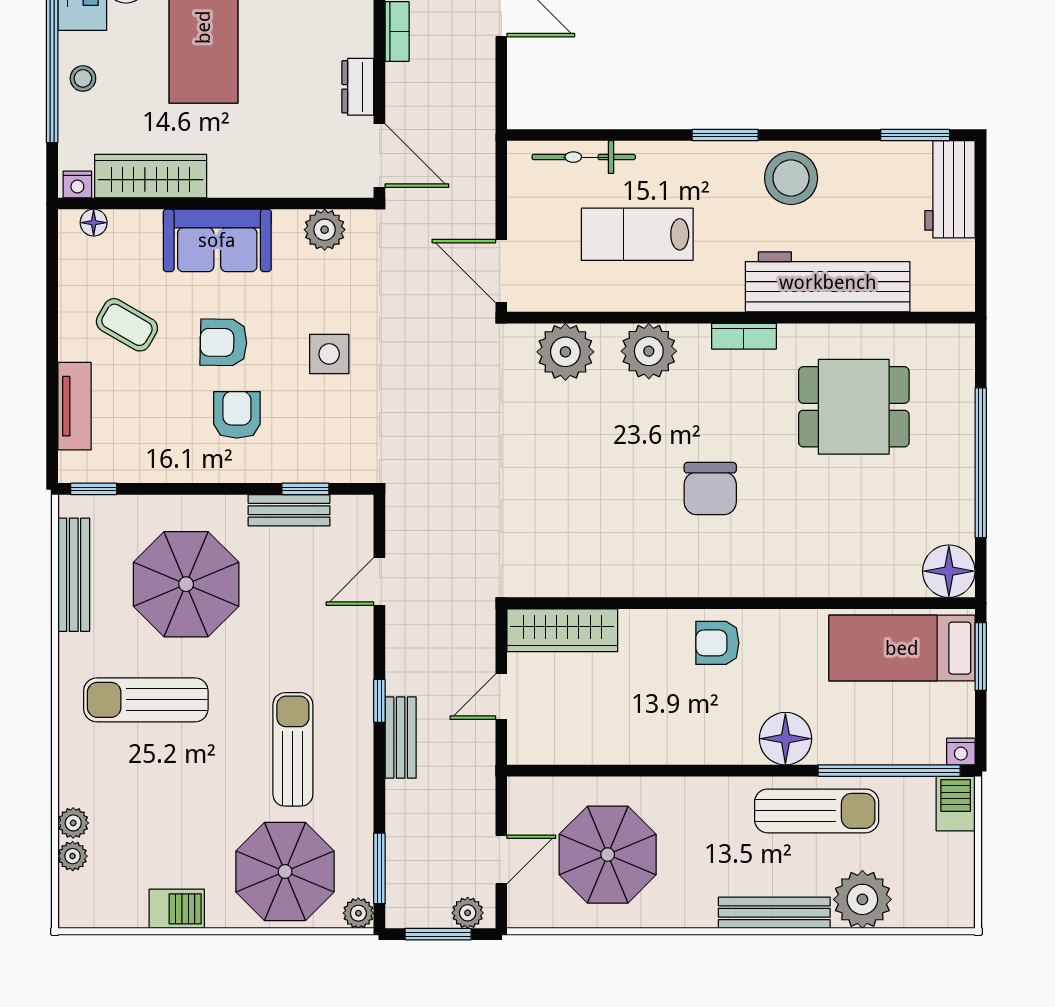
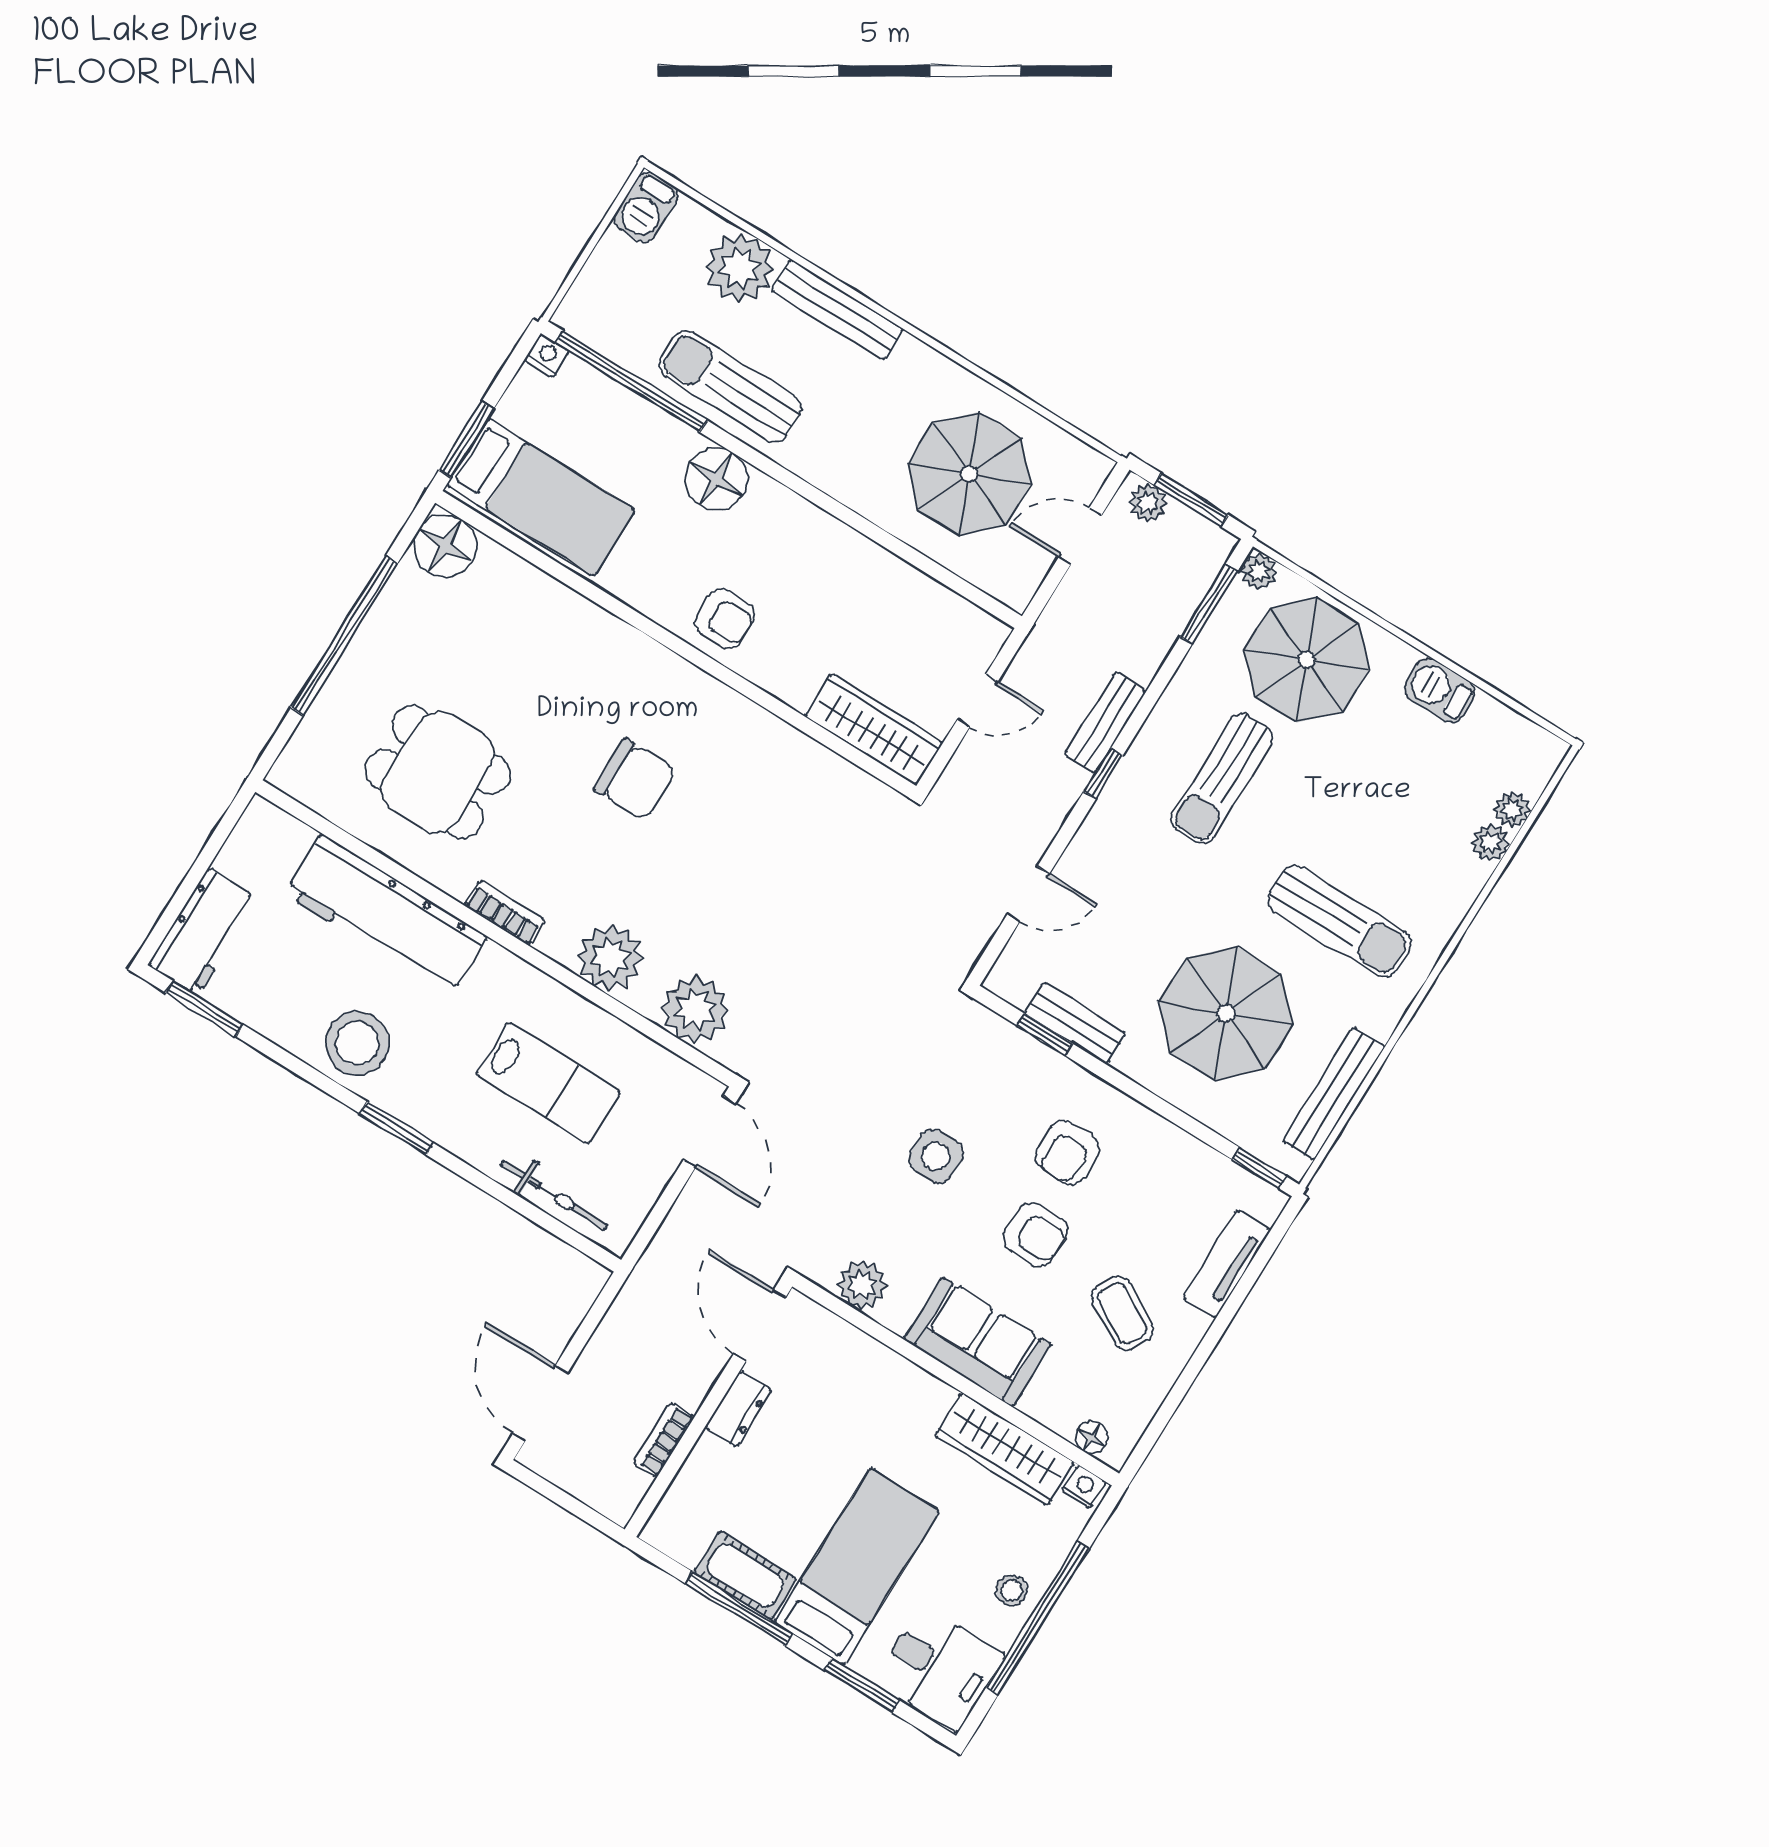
chair: (710, 489) -> (635, 780), turned 90
barbecue: (956, 804) -> (646, 207), moved

